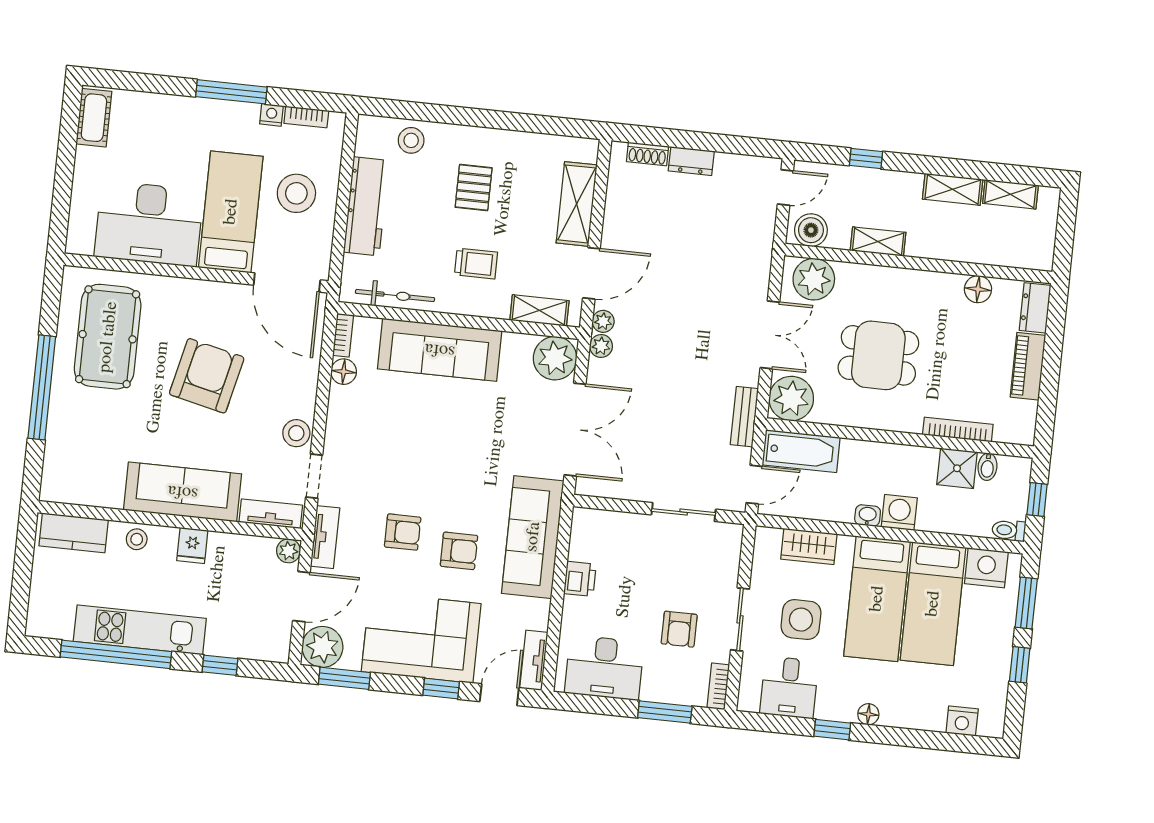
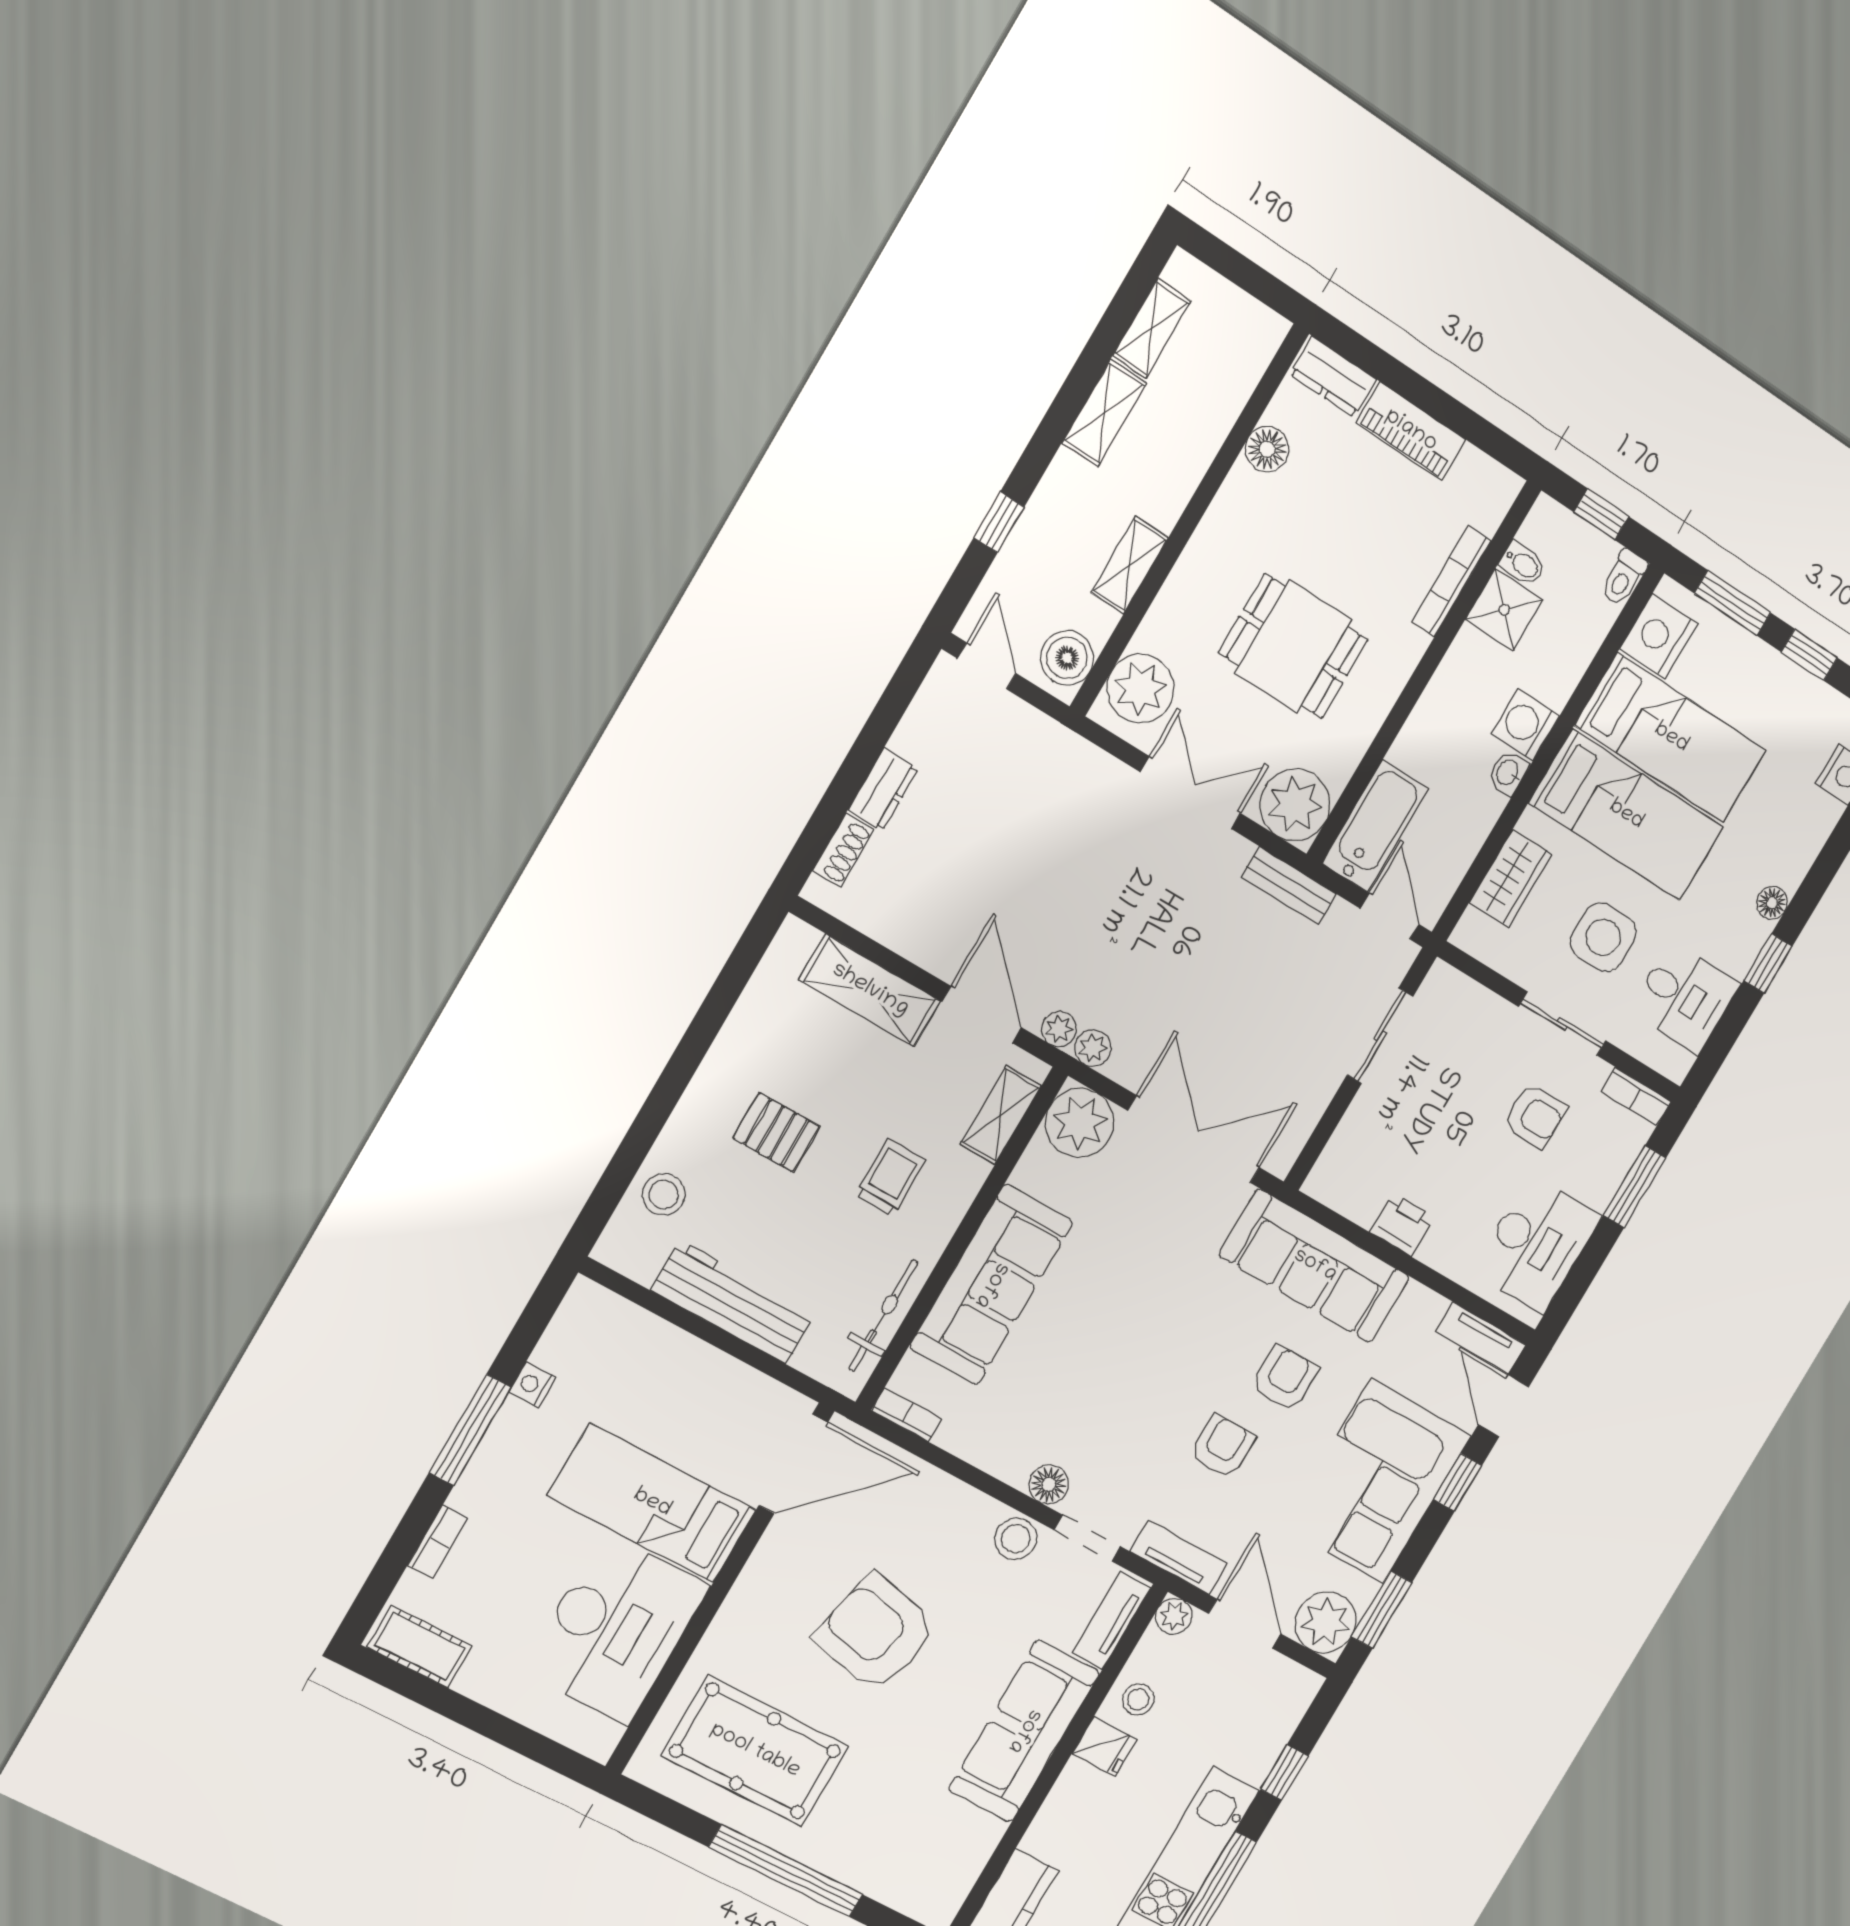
bookcase: (306, 117) -> (438, 1542), moved
stool: (296, 193) -> (667, 1396), removed
dining table: (878, 355) -> (1293, 646), turned 90
floor lamp: (344, 372) -> (1049, 1484), moved
stool: (137, 539) -> (1138, 1699), moved

